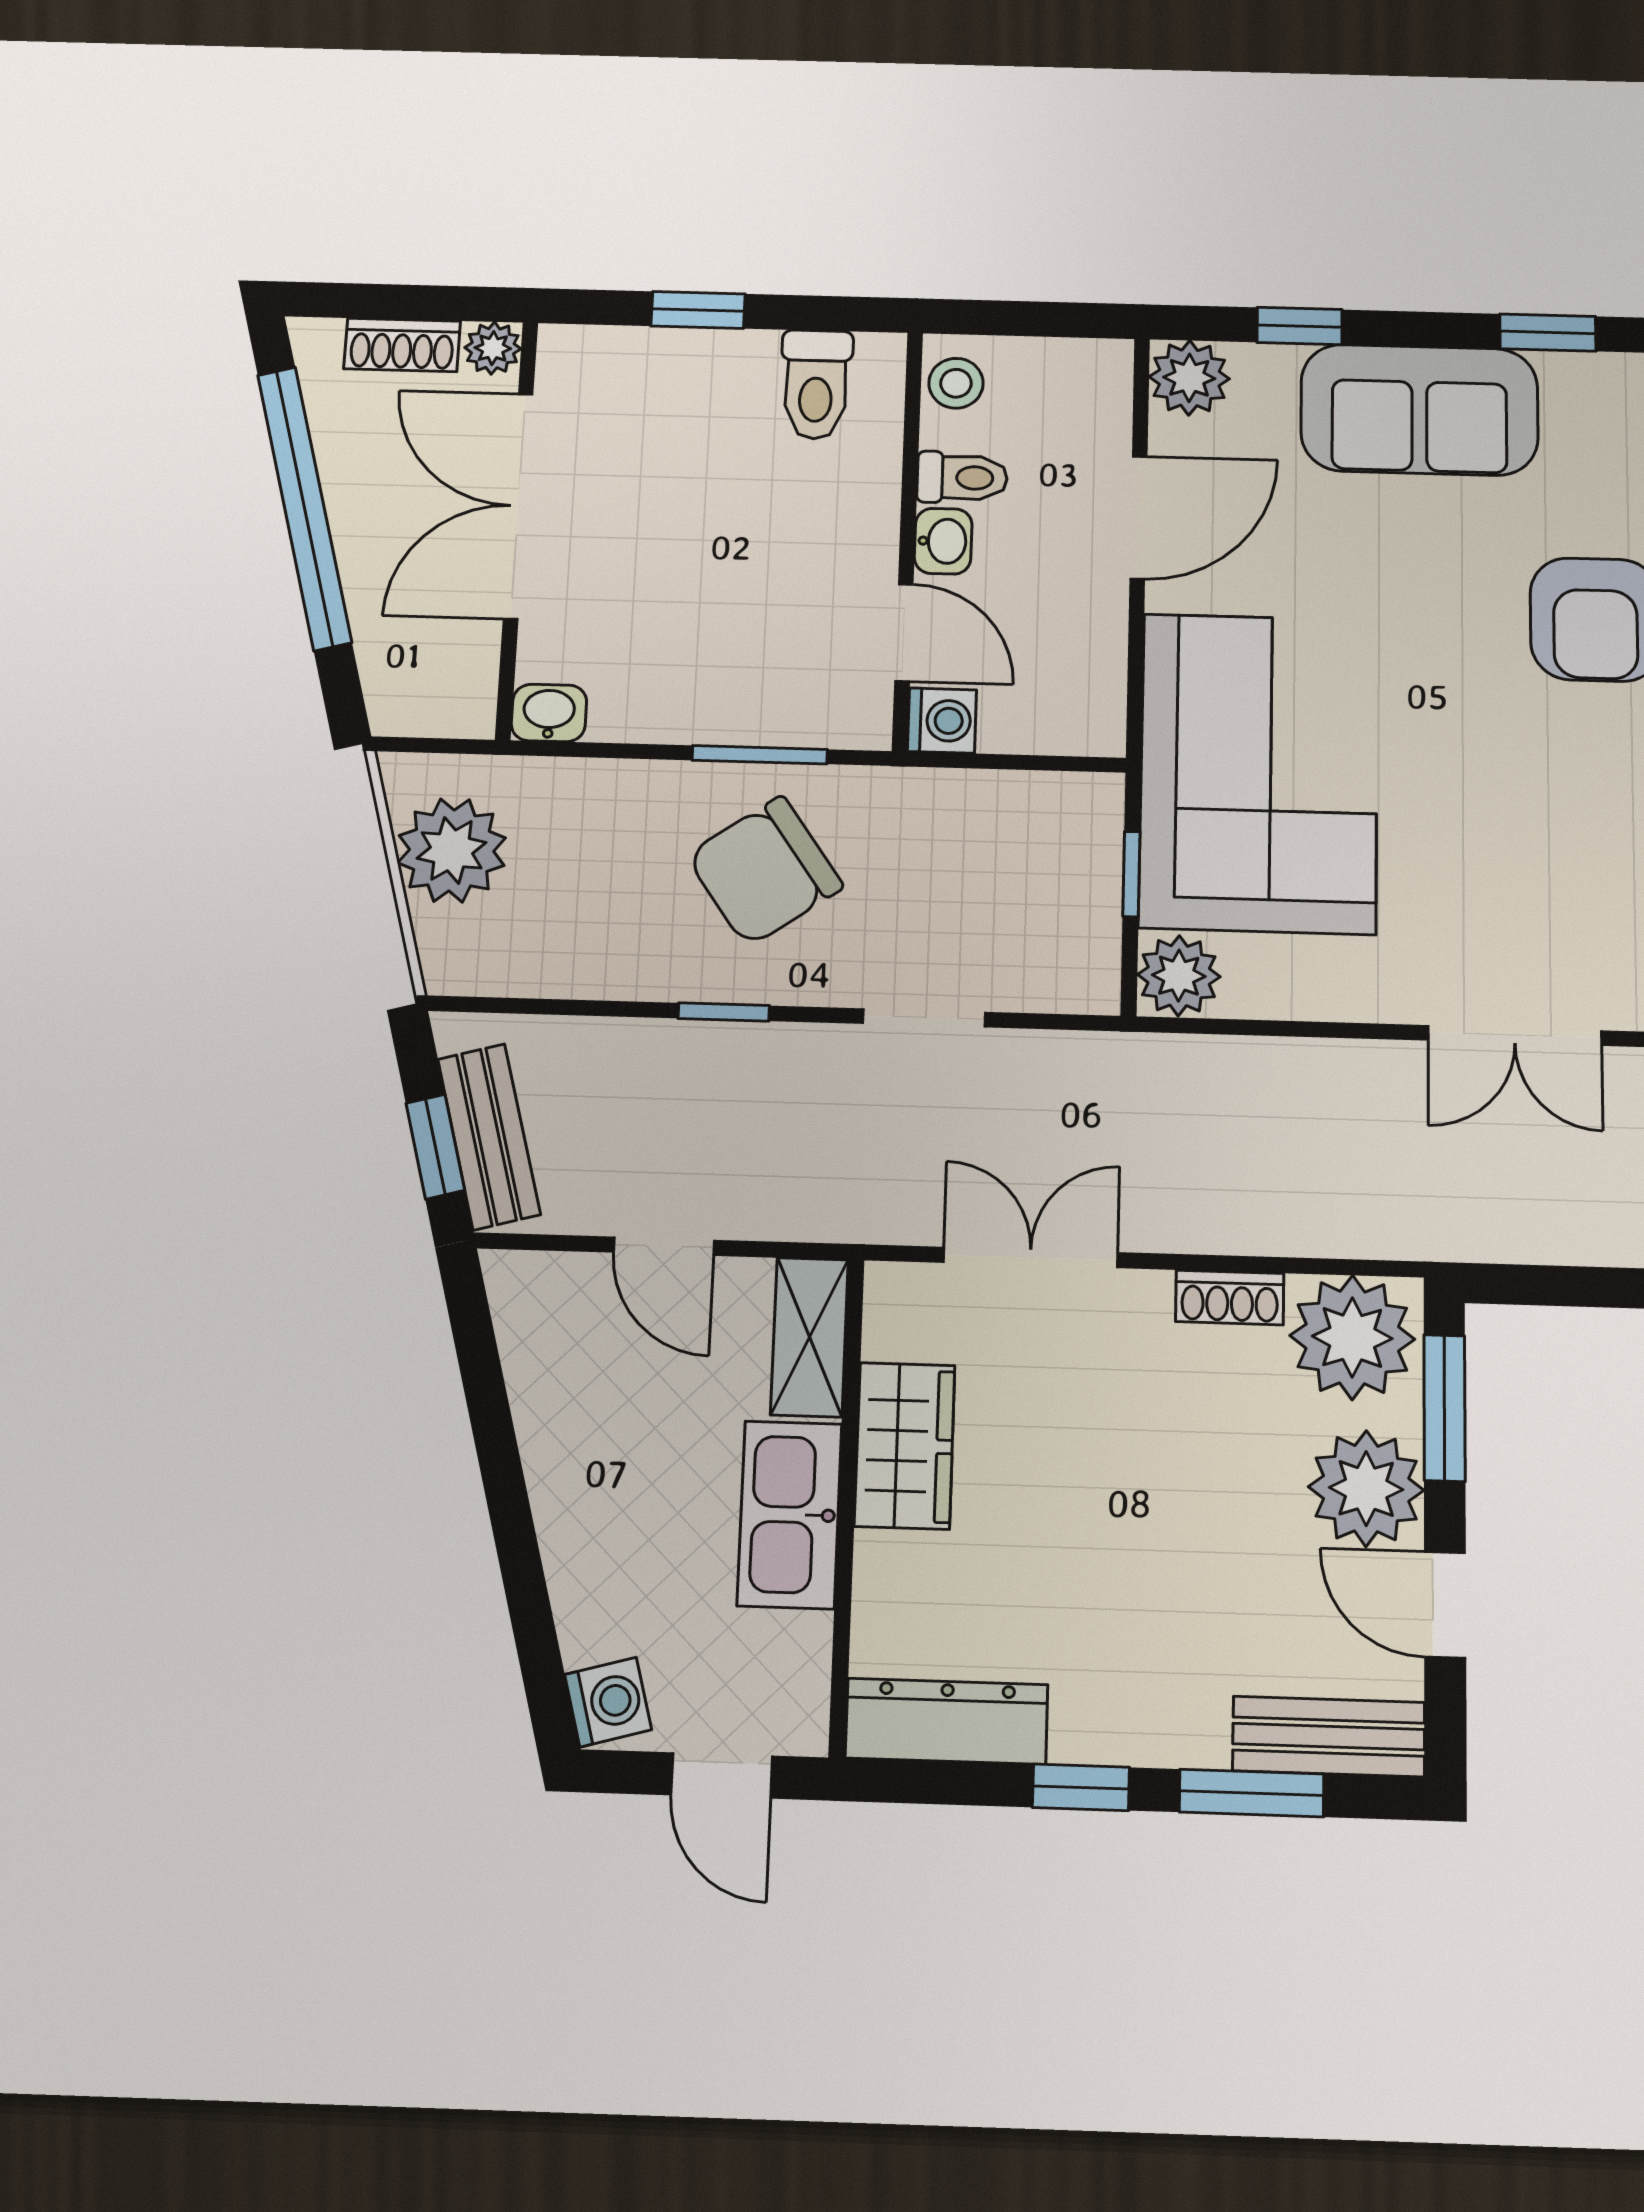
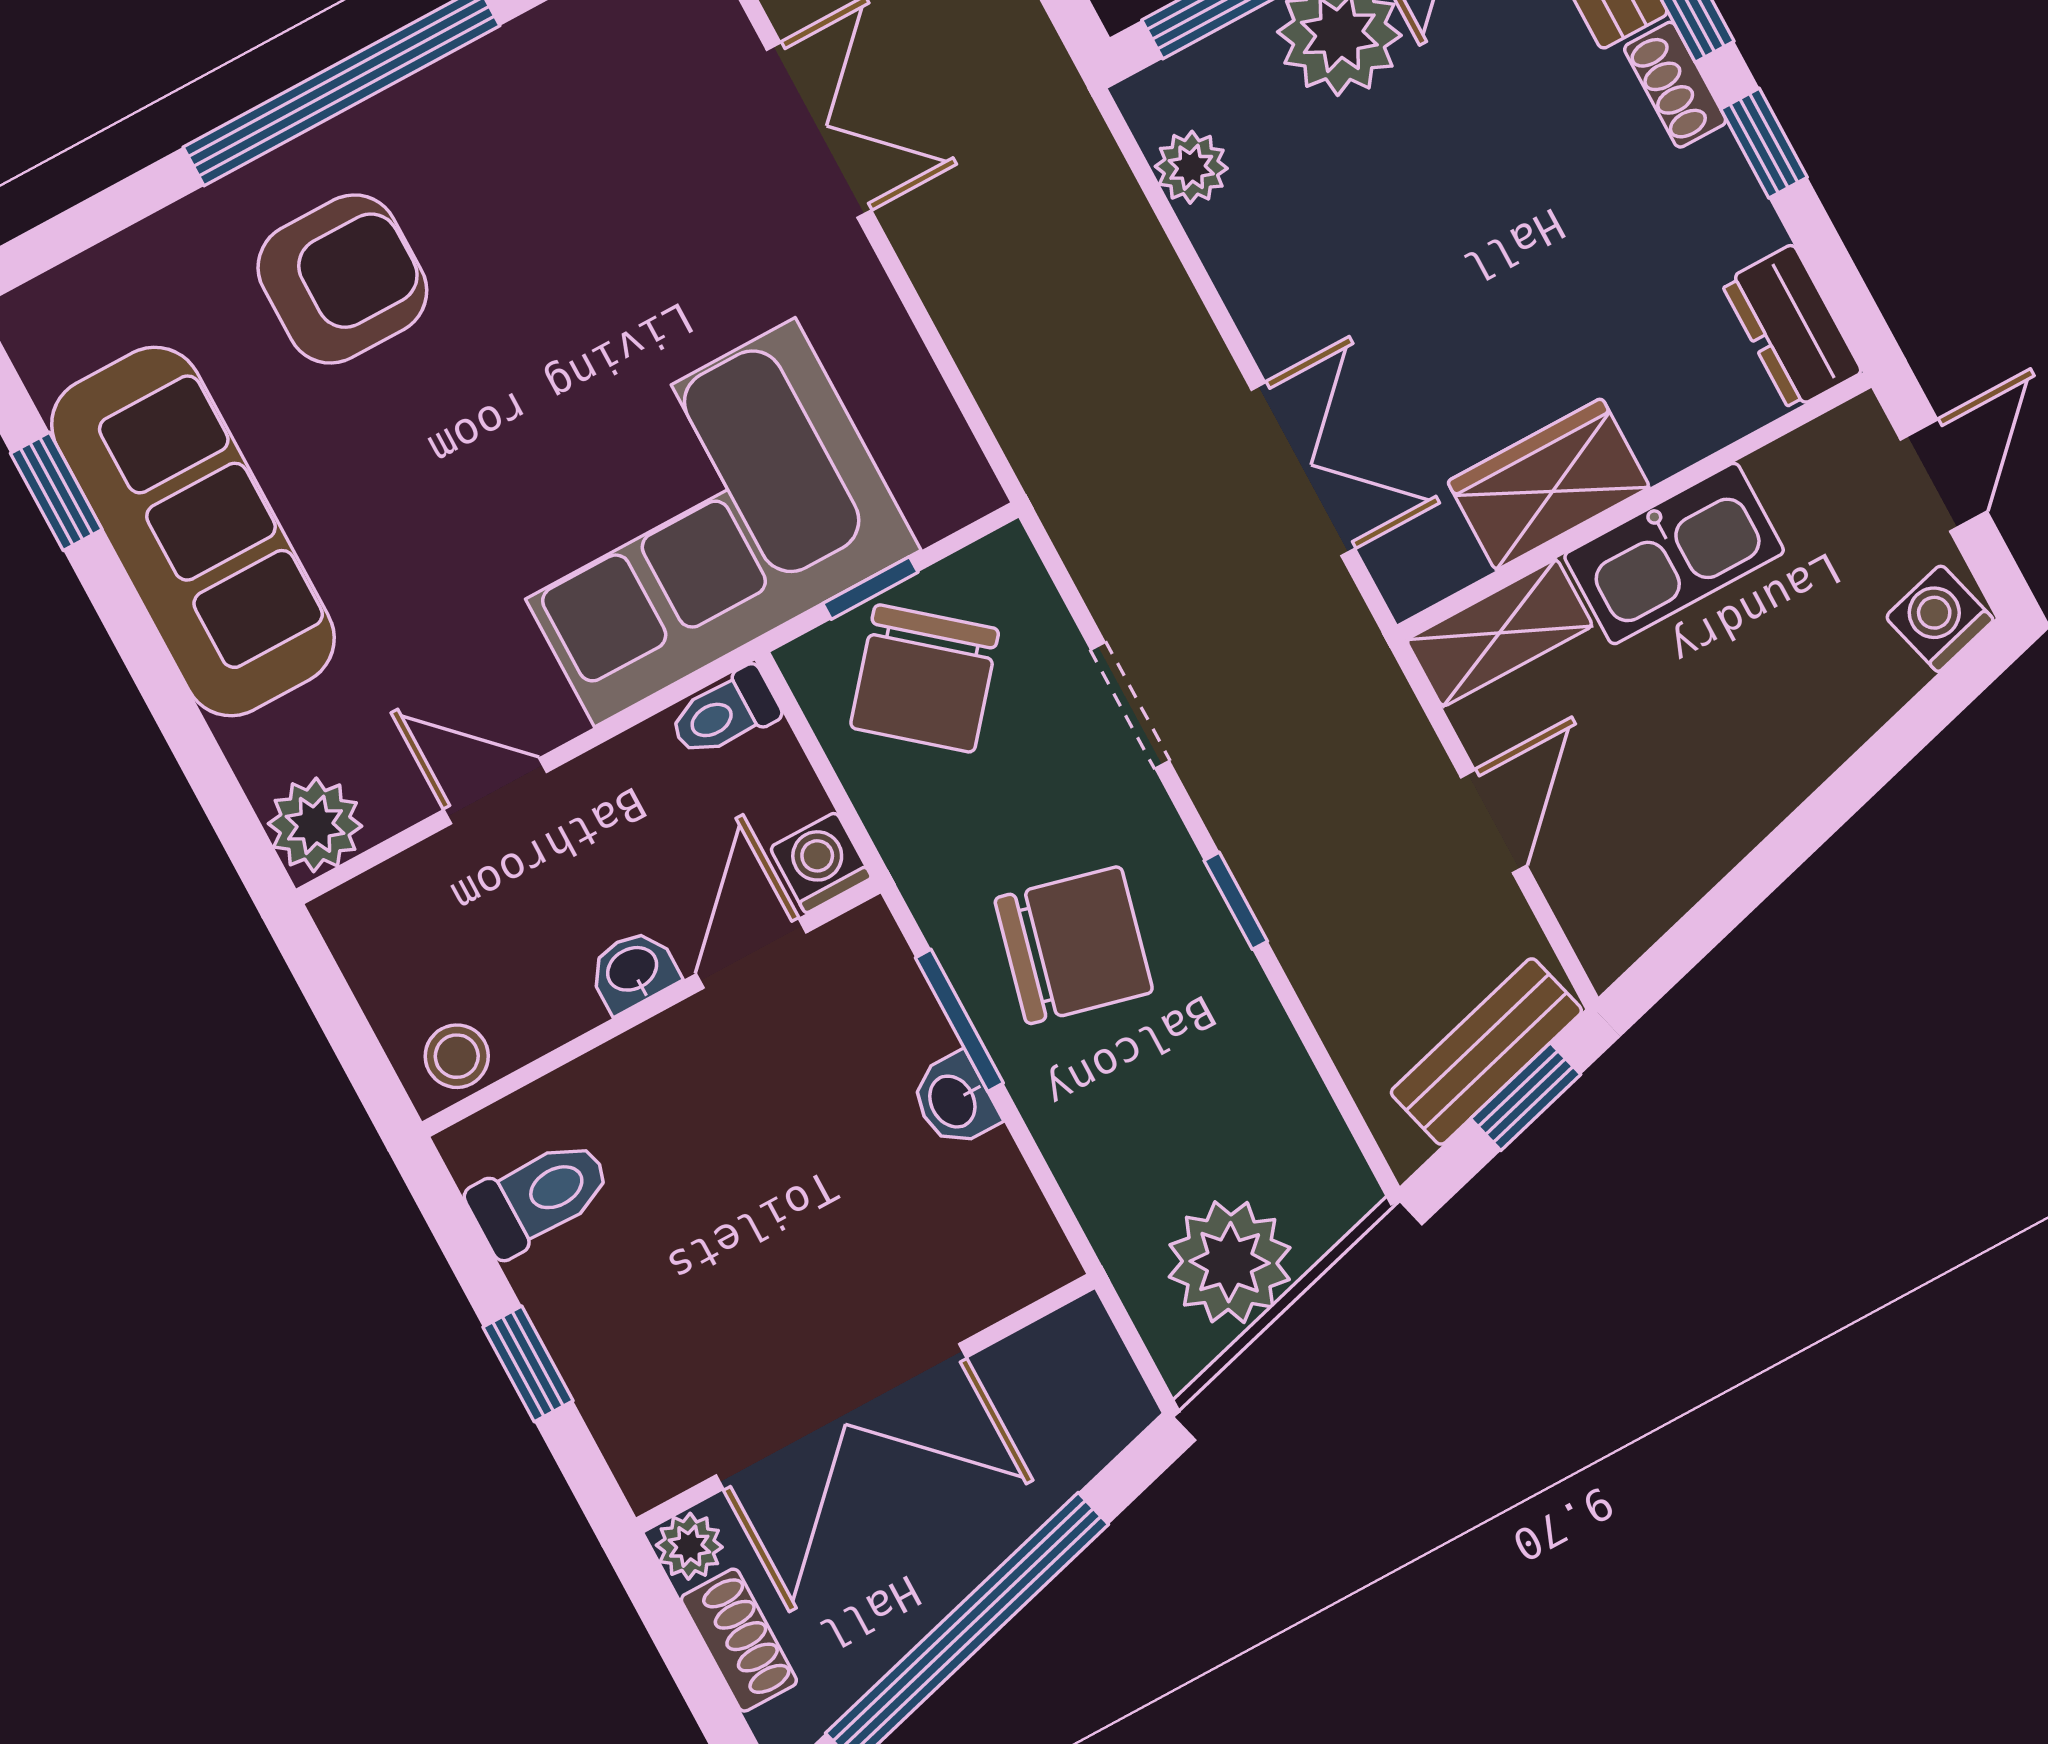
window: (1300, 326) -> (194, 746), removed
sofa: (1419, 410) -> (193, 531), width x1.36
toilet: (962, 478) -> (724, 713), moved, turned -90
door: (1139, 517) -> (495, 791), width x0.73
washbasin: (549, 713) -> (954, 1101), moved
chair: (765, 871) -> (1074, 945), turned -41
chair: (1037, 875) -> (925, 678), added
plant: (1179, 976) -> (946, 485), removed
double door: (1031, 1257) -> (1303, 469), swing flipped
shoe rack: (1230, 1297) -> (1675, 85), moved, turned 180
plant: (1352, 1337) -> (1191, 167), width x0.53, depth x0.53
dresser: (947, 1721) -> (1792, 327), width x0.70

